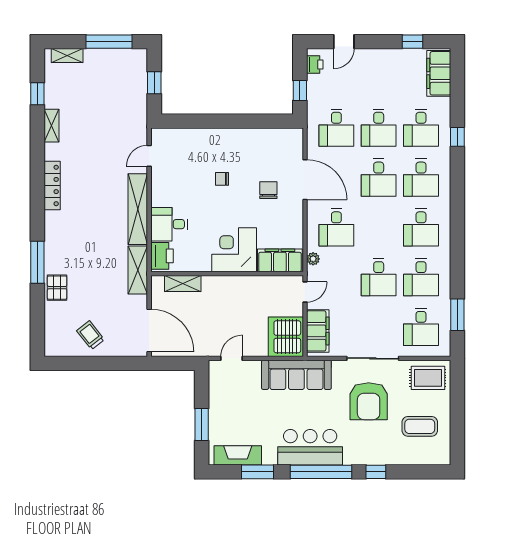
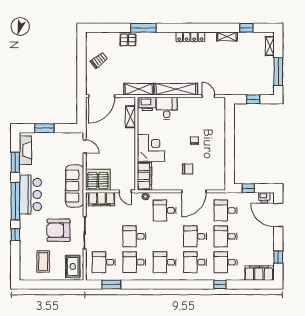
door: (344, 42) -> (278, 215), width x1.87

